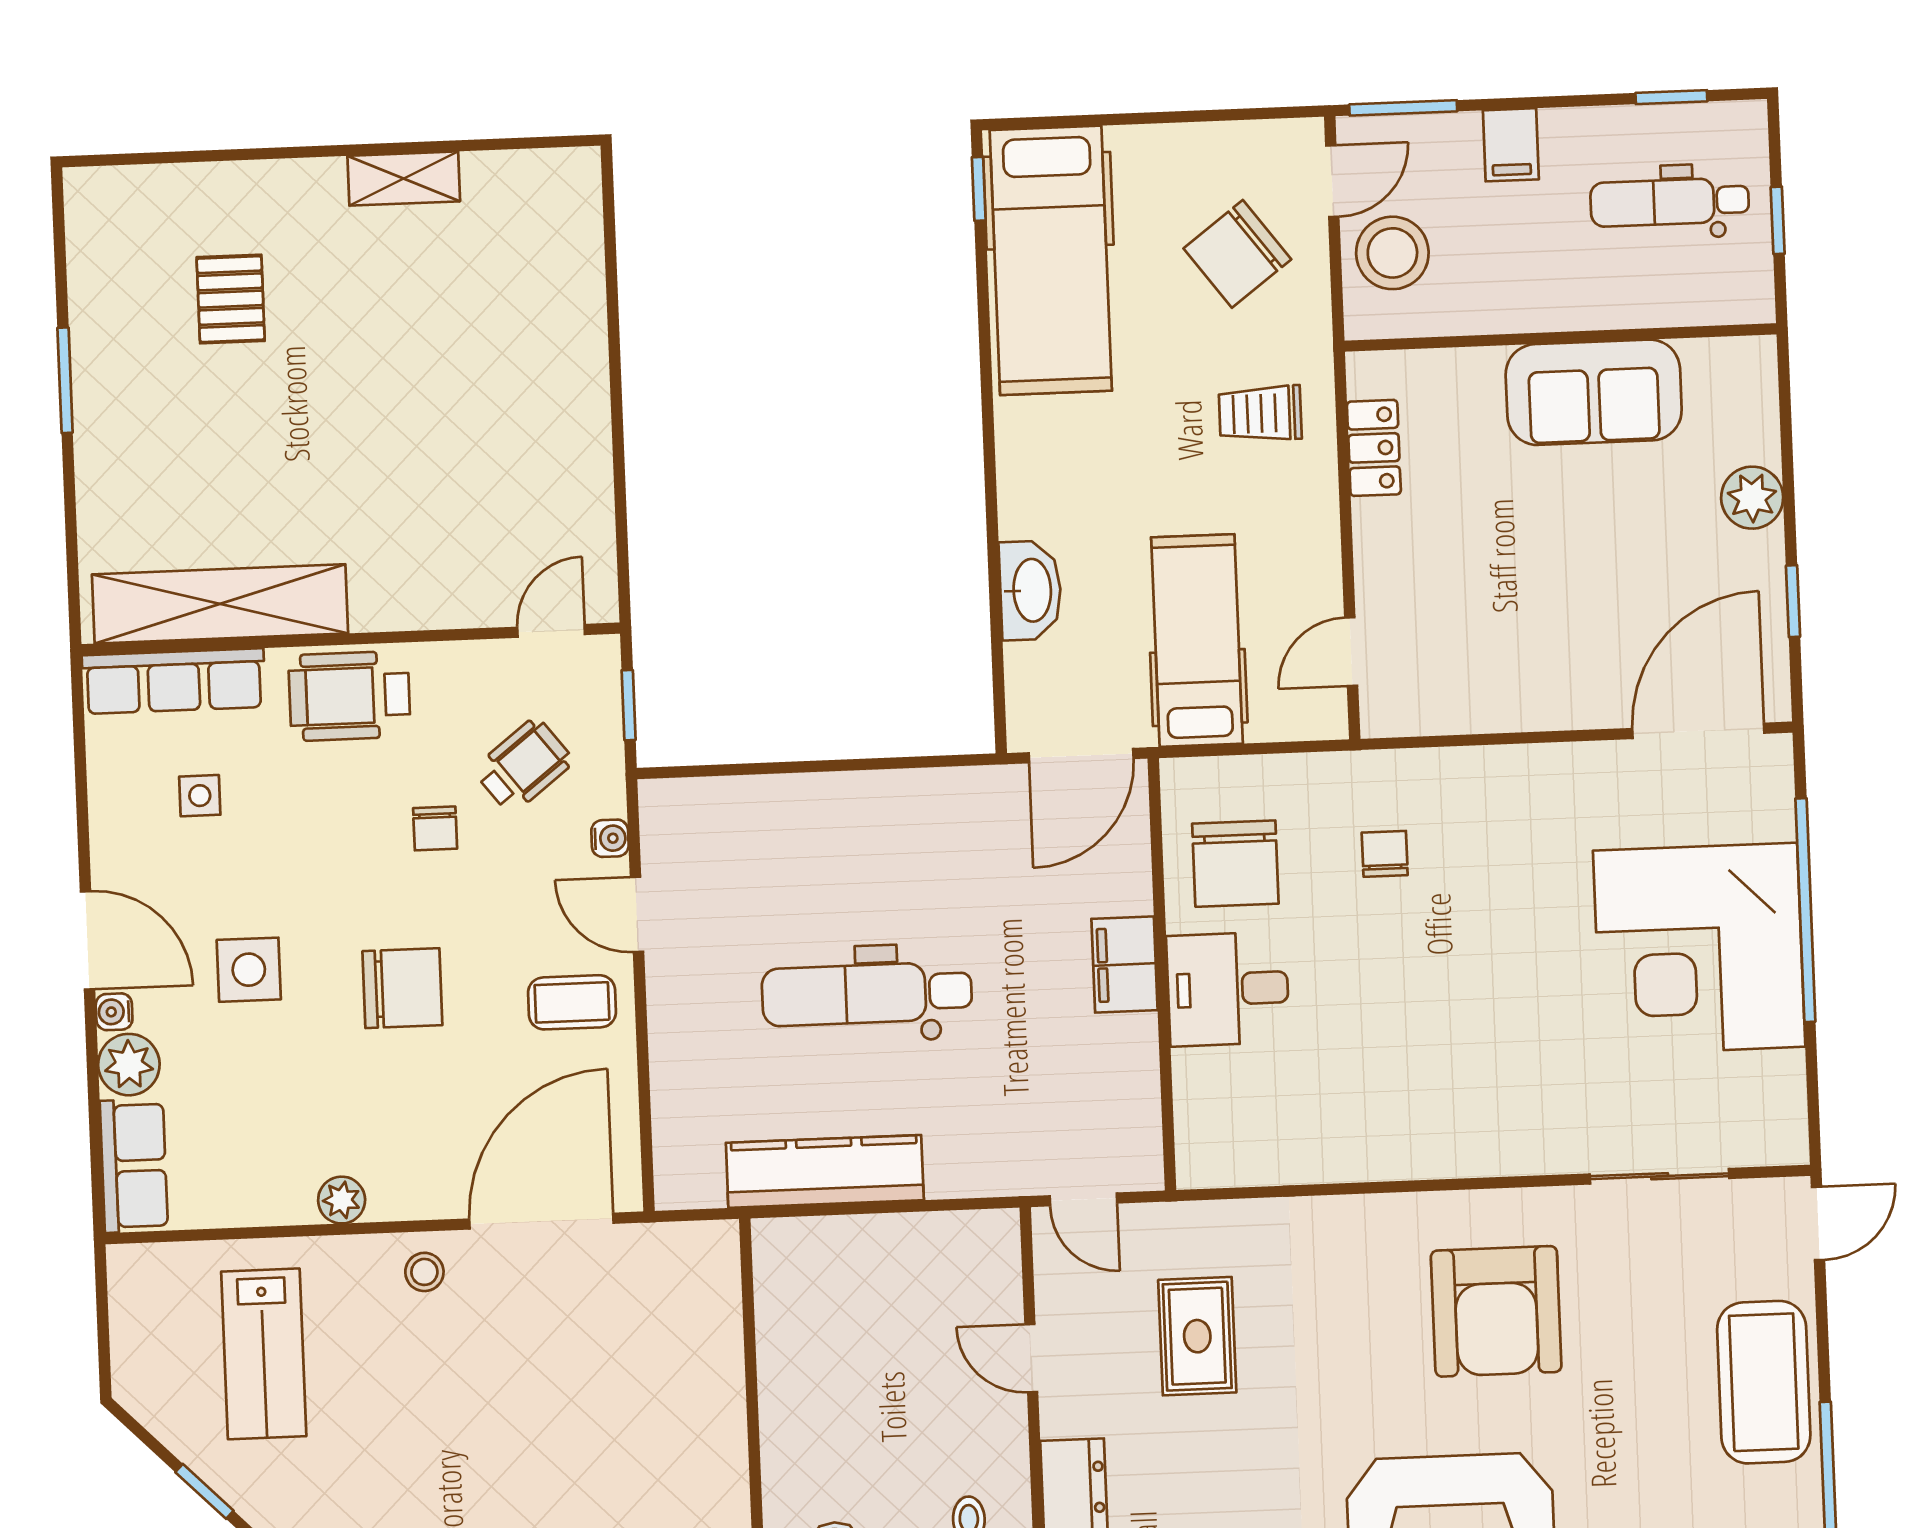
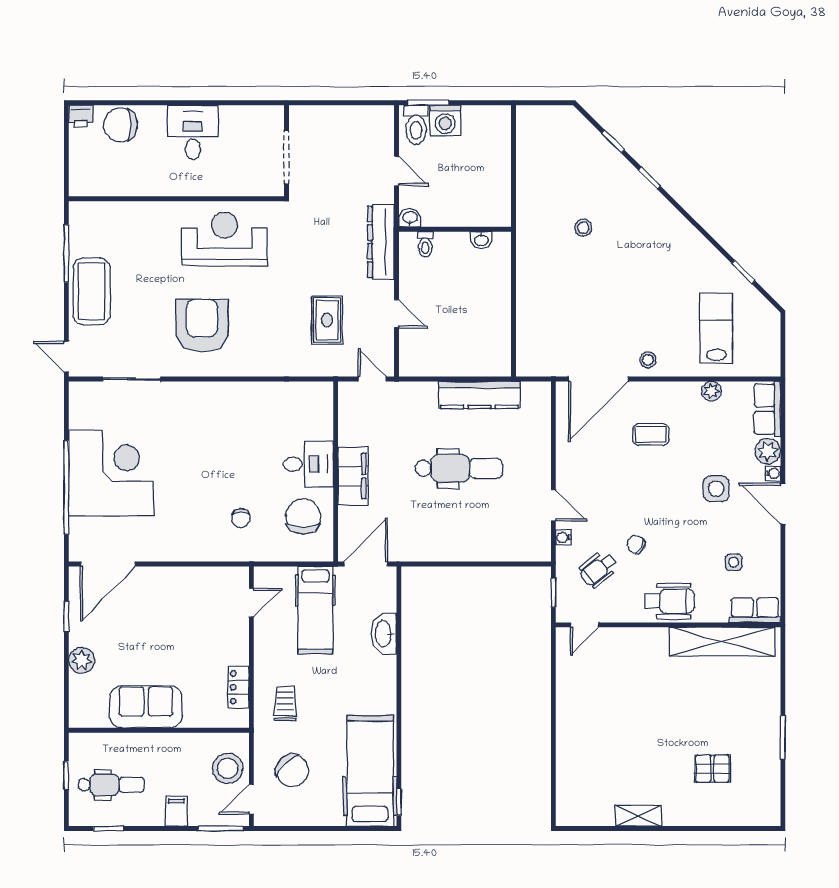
chair: (1237, 254) -> (292, 770), turned 85
pallet: (231, 299) -> (712, 769), turned 90
trolley: (1260, 413) -> (285, 704), turned -90
row of seats: (174, 681) -> (755, 610), width x0.68
chair: (435, 828) -> (636, 544), turned -60
filing cabinet: (1125, 965) -> (353, 476), width x1.50, depth x1.17
chair: (402, 988) -> (652, 478), removed
coffee table: (572, 1002) -> (651, 435), moved
plant: (342, 1200) -> (711, 391), moved
door: (1818, 1223) -> (66, 357), hinge flipped

